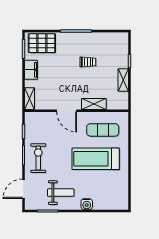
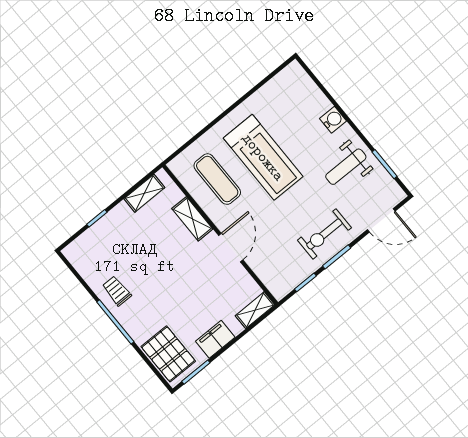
trolley: (88, 62) -> (117, 291), moved
shelving: (123, 80) -> (144, 193), moved
weight bench: (61, 193) -> (346, 167), turned -90

